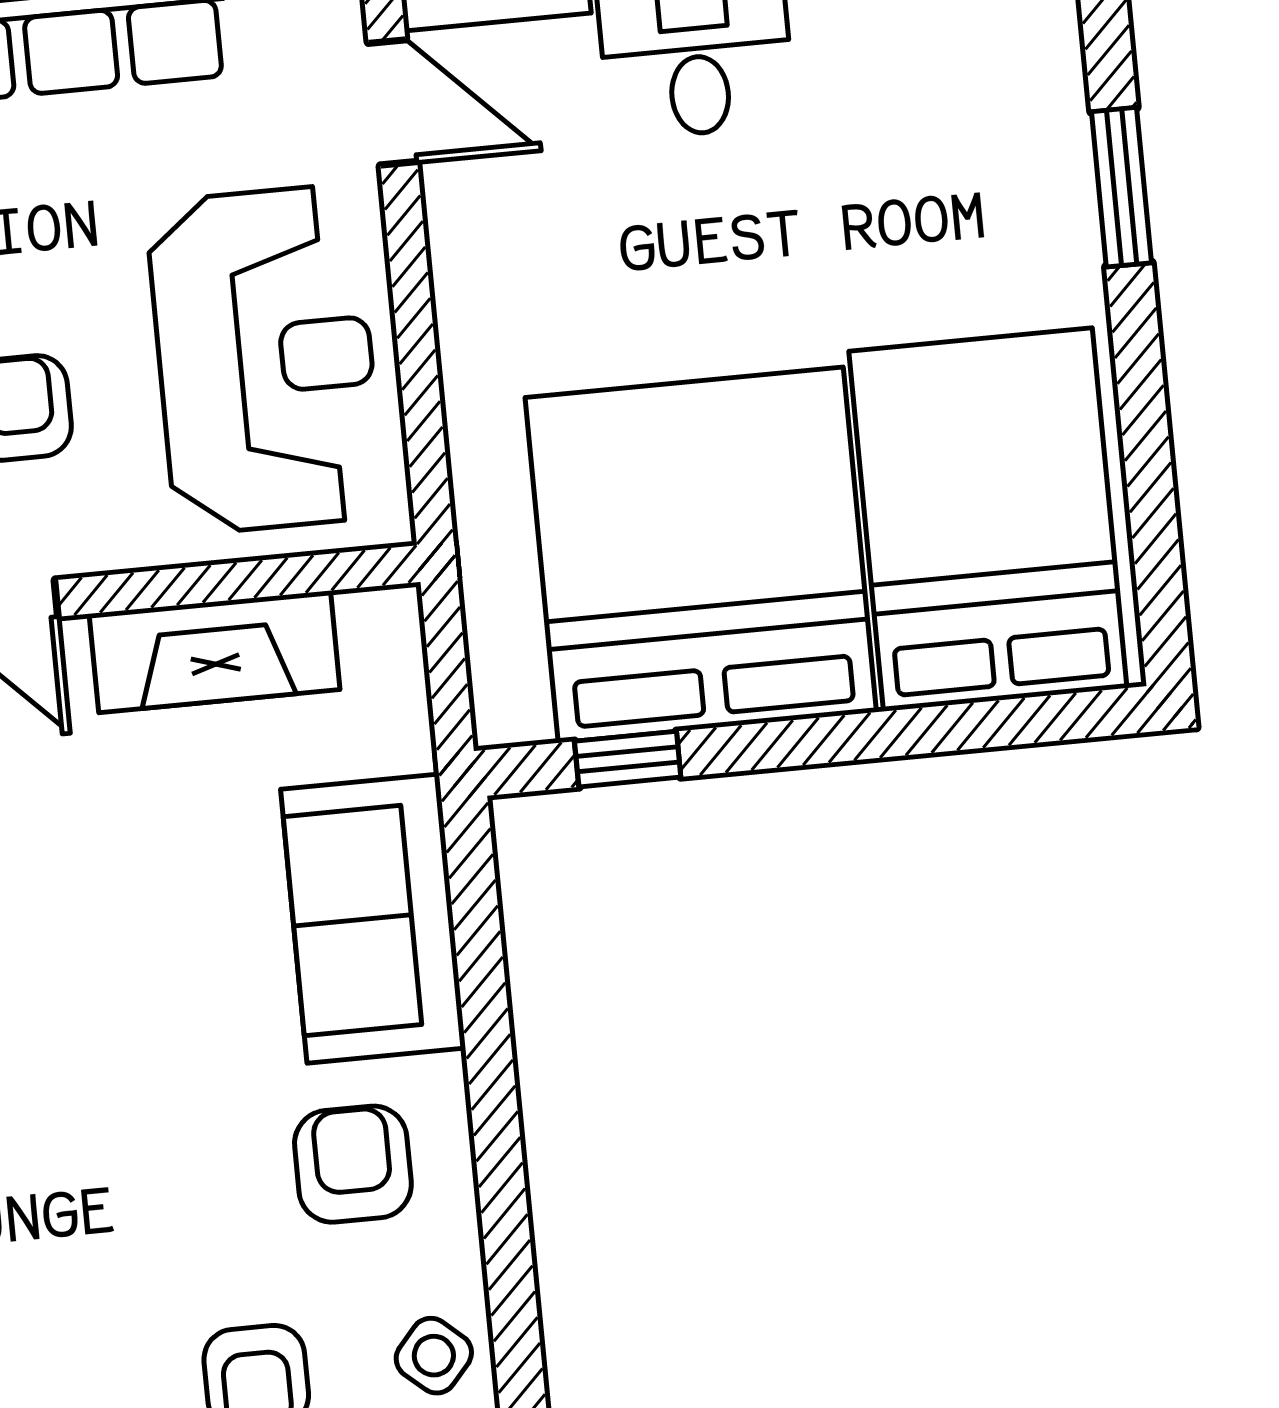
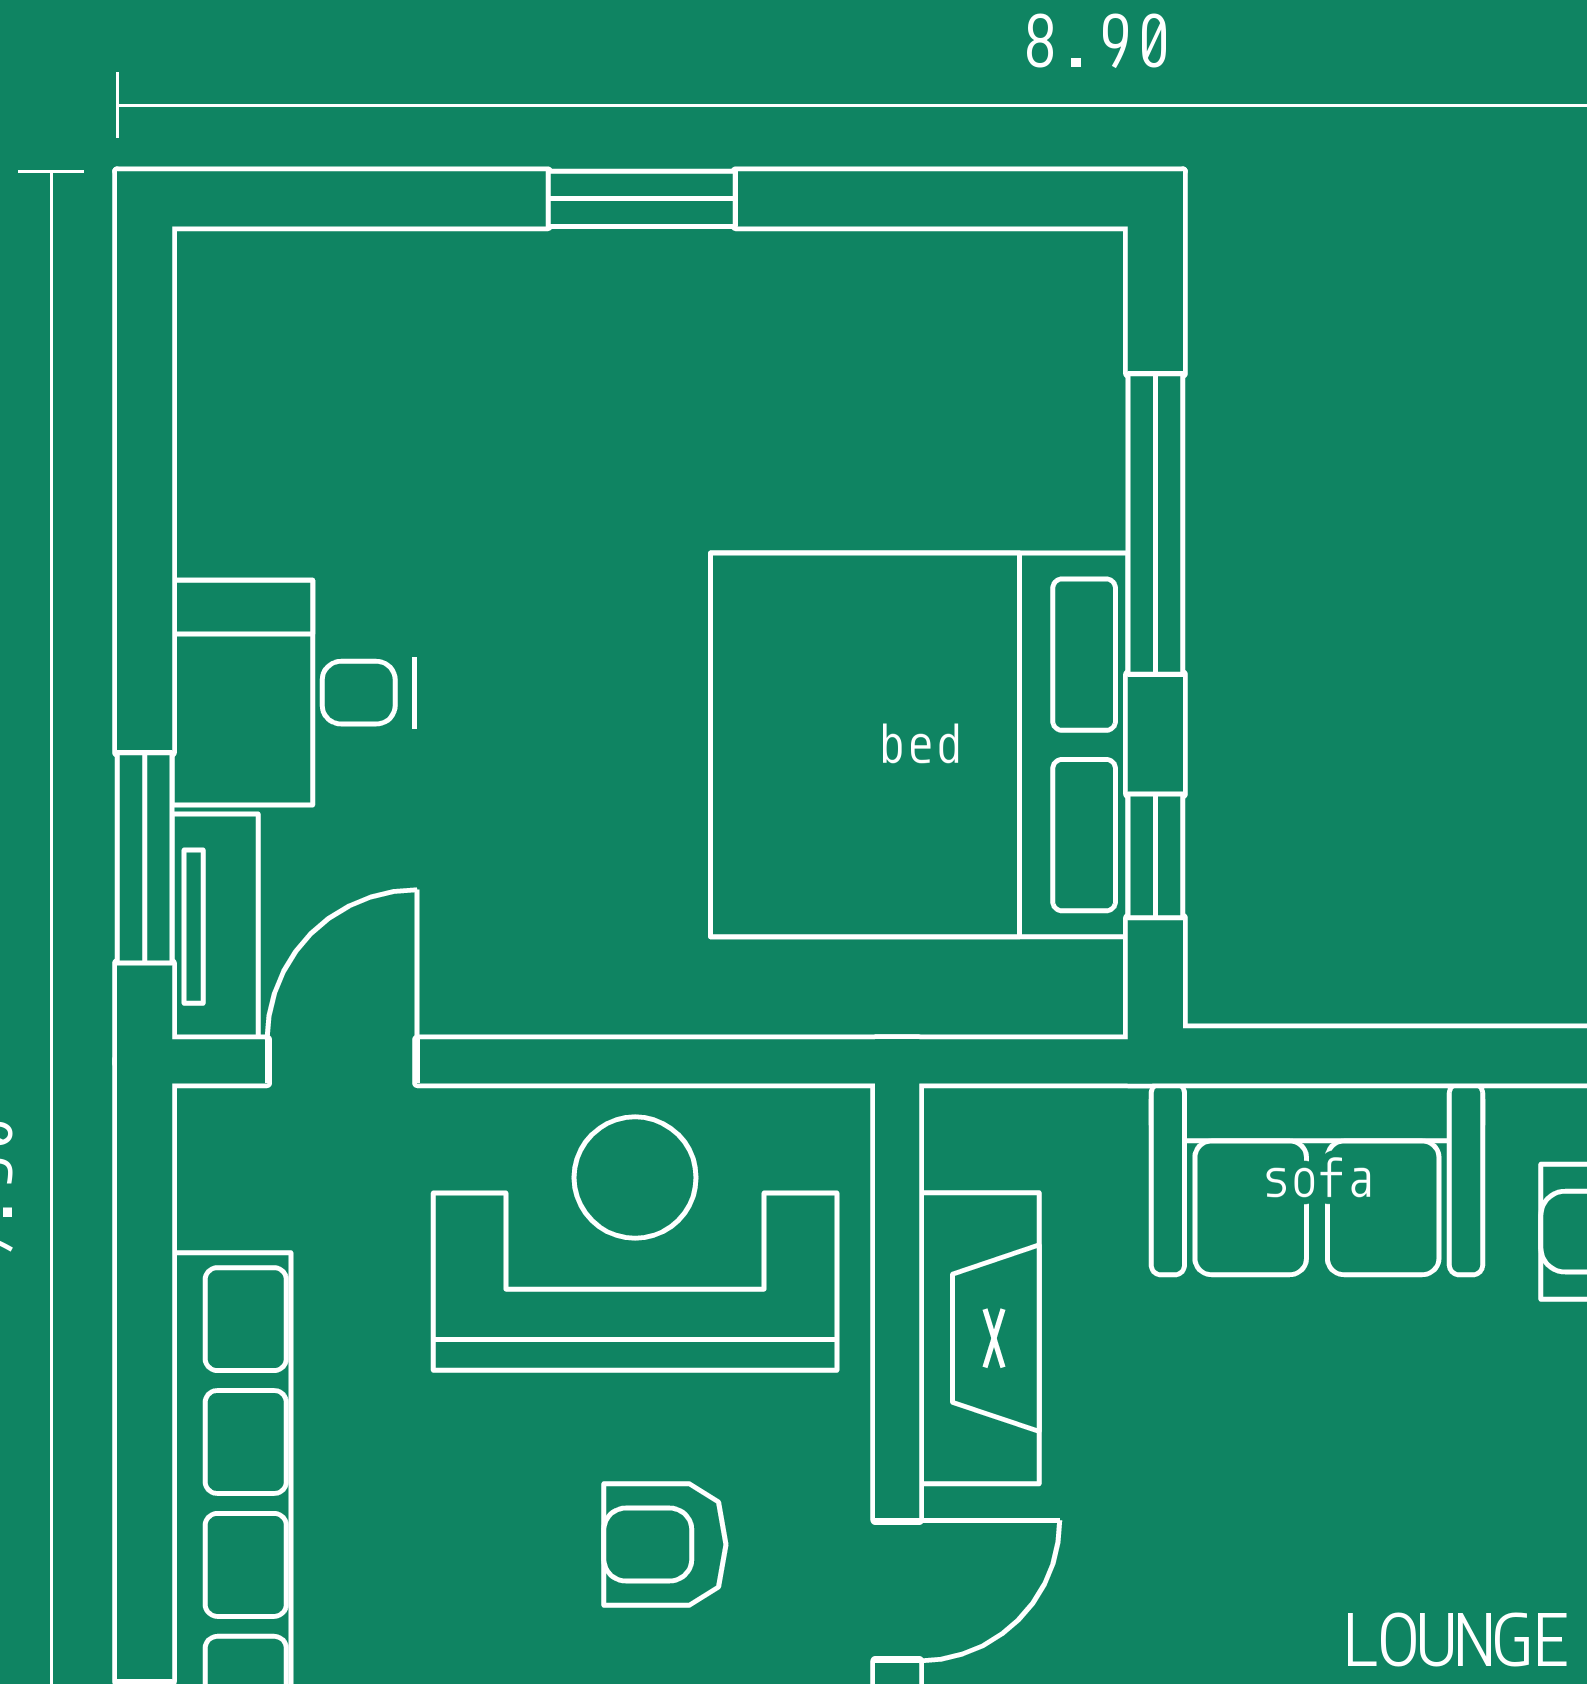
window: (1121, 187) -> (642, 199), moved
bed: (988, 520) -> (910, 397), removed
window: (902, 733) -> (1155, 524), added

